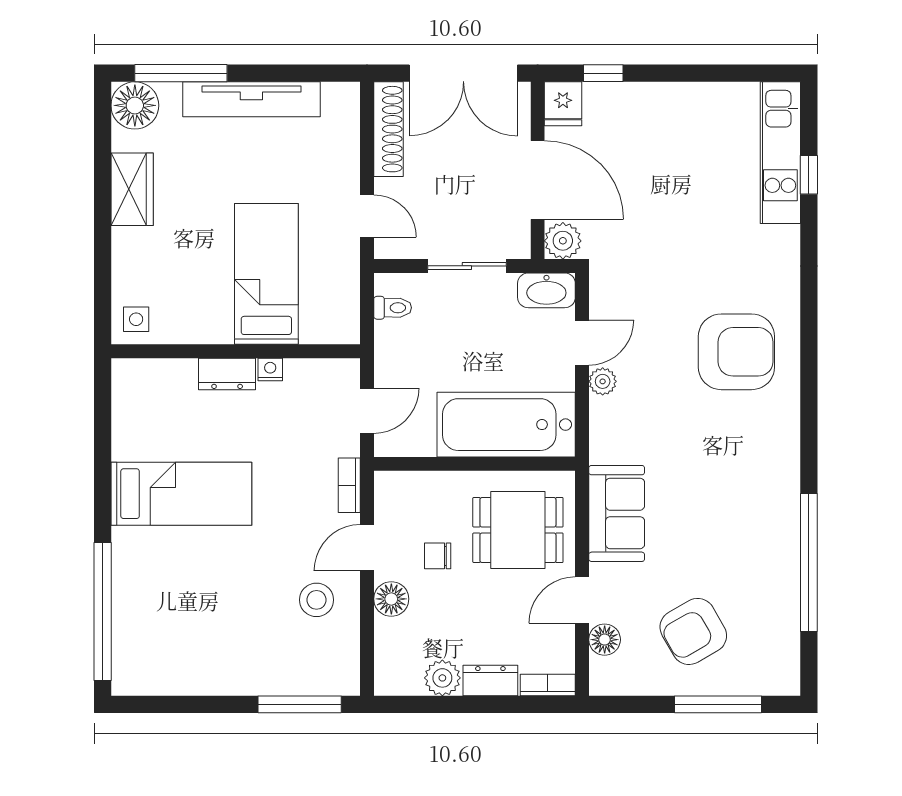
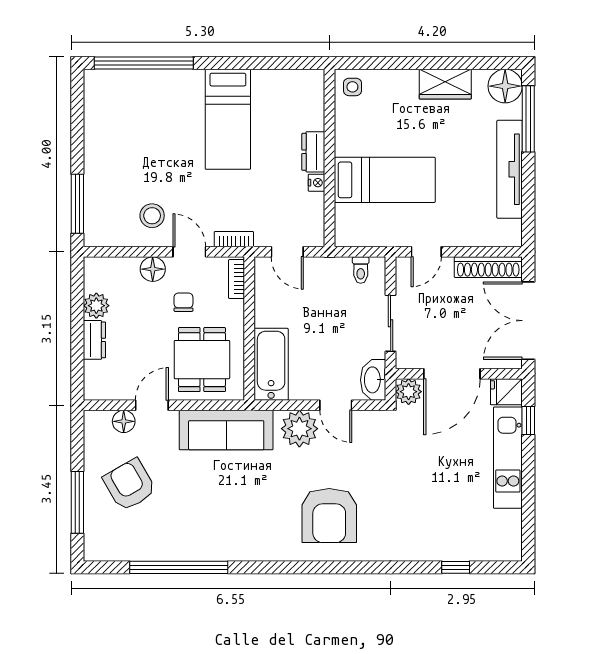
kitchen unit: (780, 153) -> (508, 458), moved, turned -90
plant: (603, 381) -> (299, 429), width x1.87, depth x1.87
bathtub: (506, 425) -> (271, 364), width x0.73, depth x0.73
sofa: (617, 513) -> (226, 430), width x1.36
door: (582, 600) -> (152, 405), hinge flipped
bookcase: (548, 685) -> (236, 279), moved, turned 180

